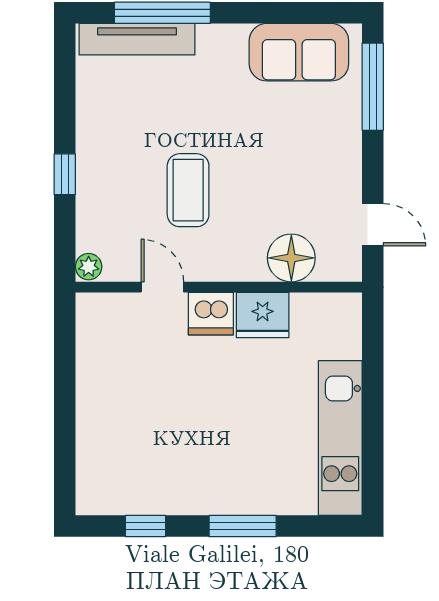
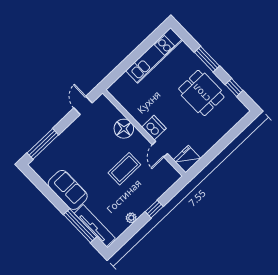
sofa: (299, 52) -> (68, 190), moved
floor lamp: (291, 258) -> (124, 129), moved
plant: (89, 267) -> (131, 218), moved
fridge: (263, 315) -> (187, 159), moved, turned -90
dining table: (192, 458) -> (201, 93), added

